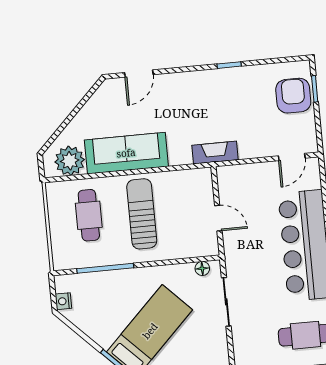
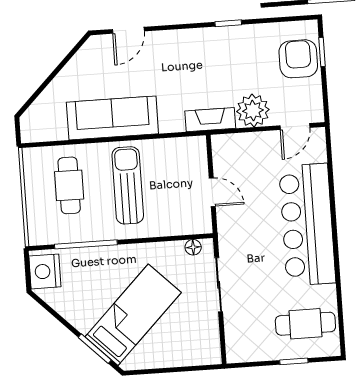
plant: (70, 161) -> (253, 111), moved
nightstand: (63, 301) -> (45, 271), width x1.89, depth x1.79

